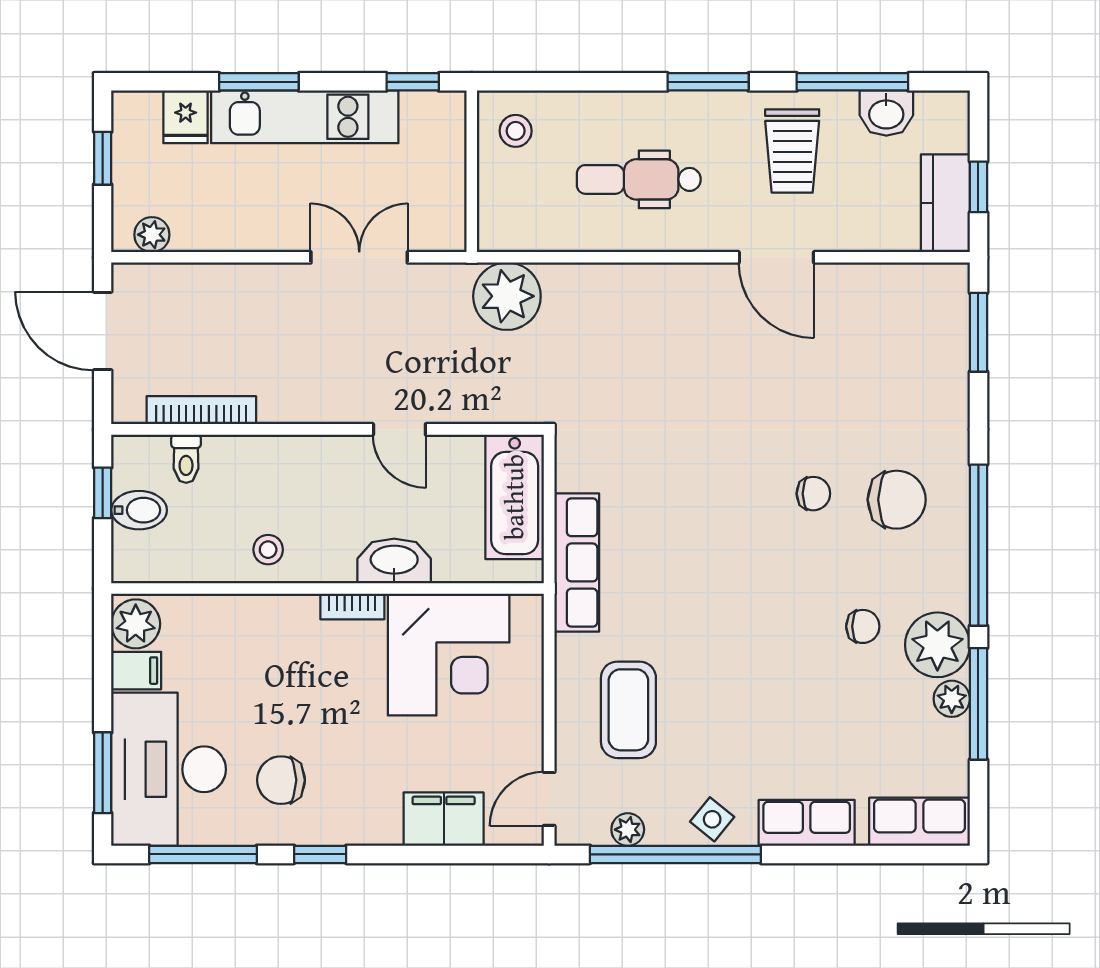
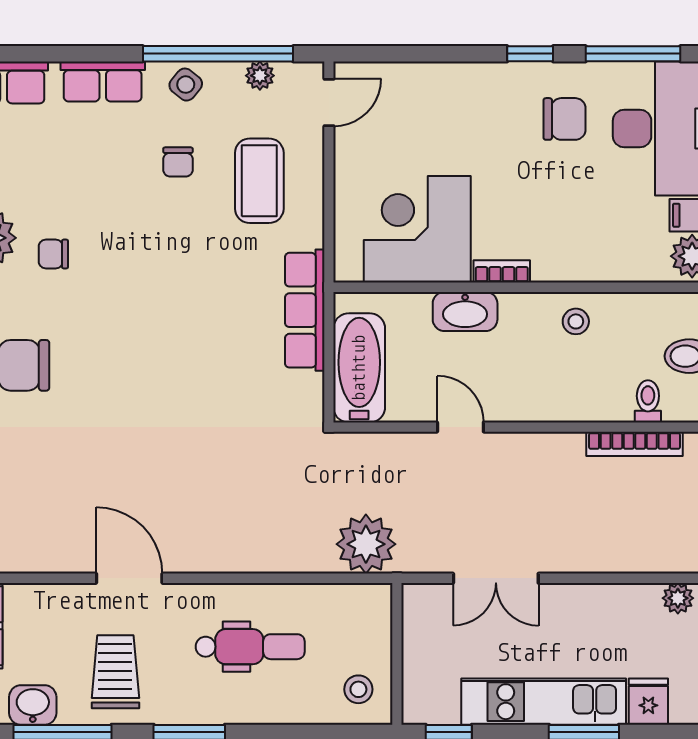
chair: (813, 494) -> (178, 162), moved, turned -90
filing cabinet: (444, 819) -> (422, 85), removed

